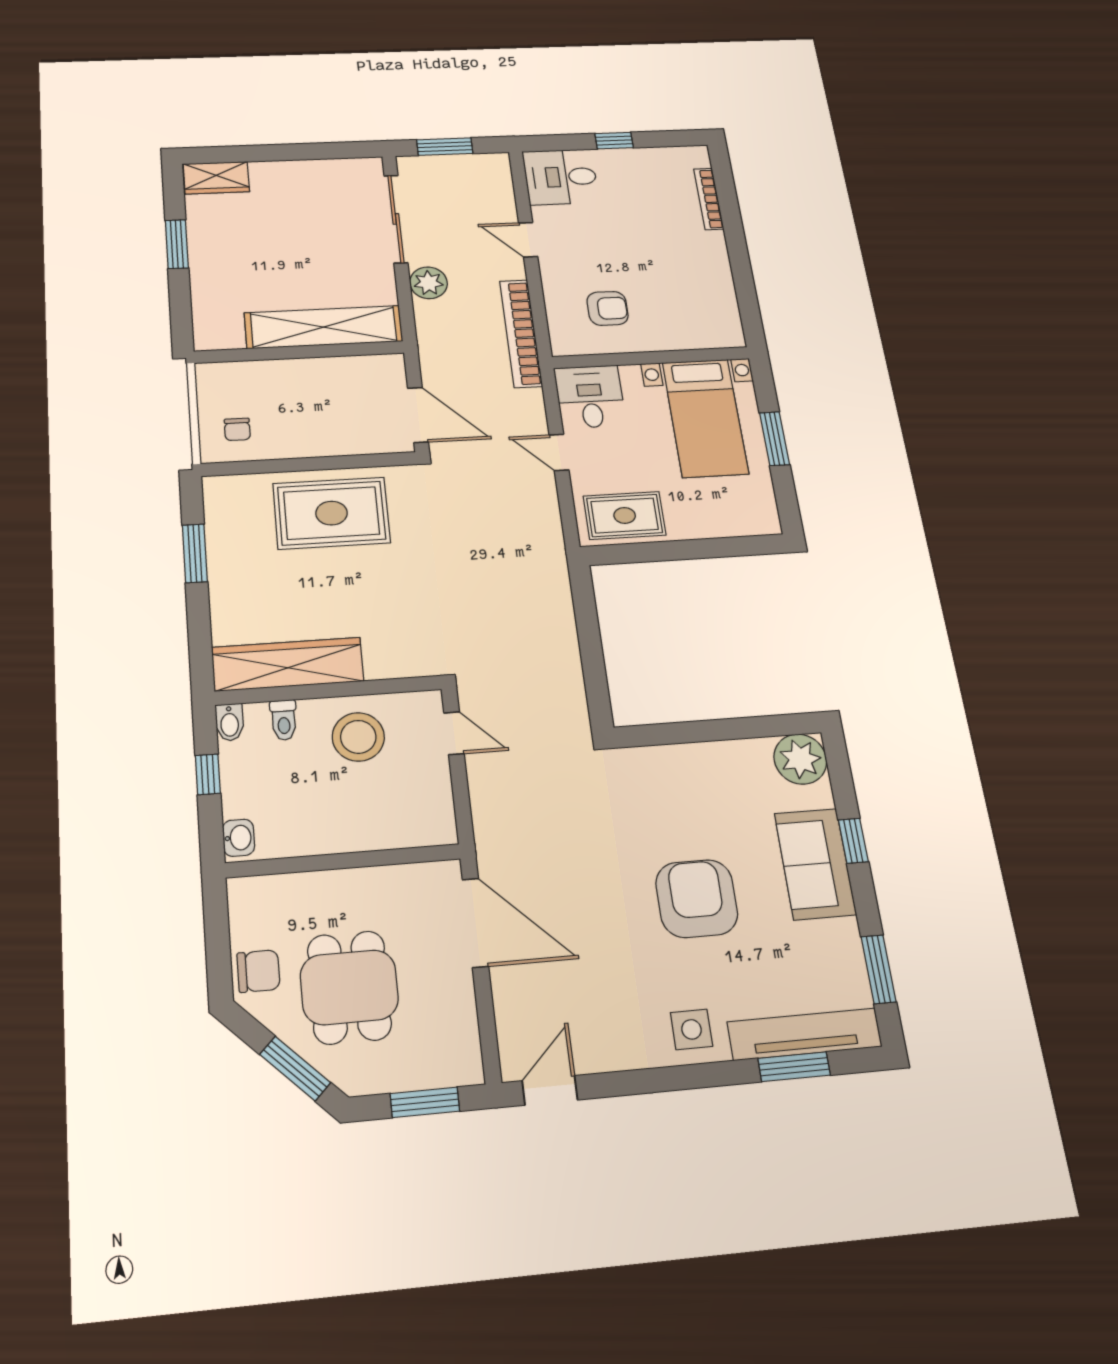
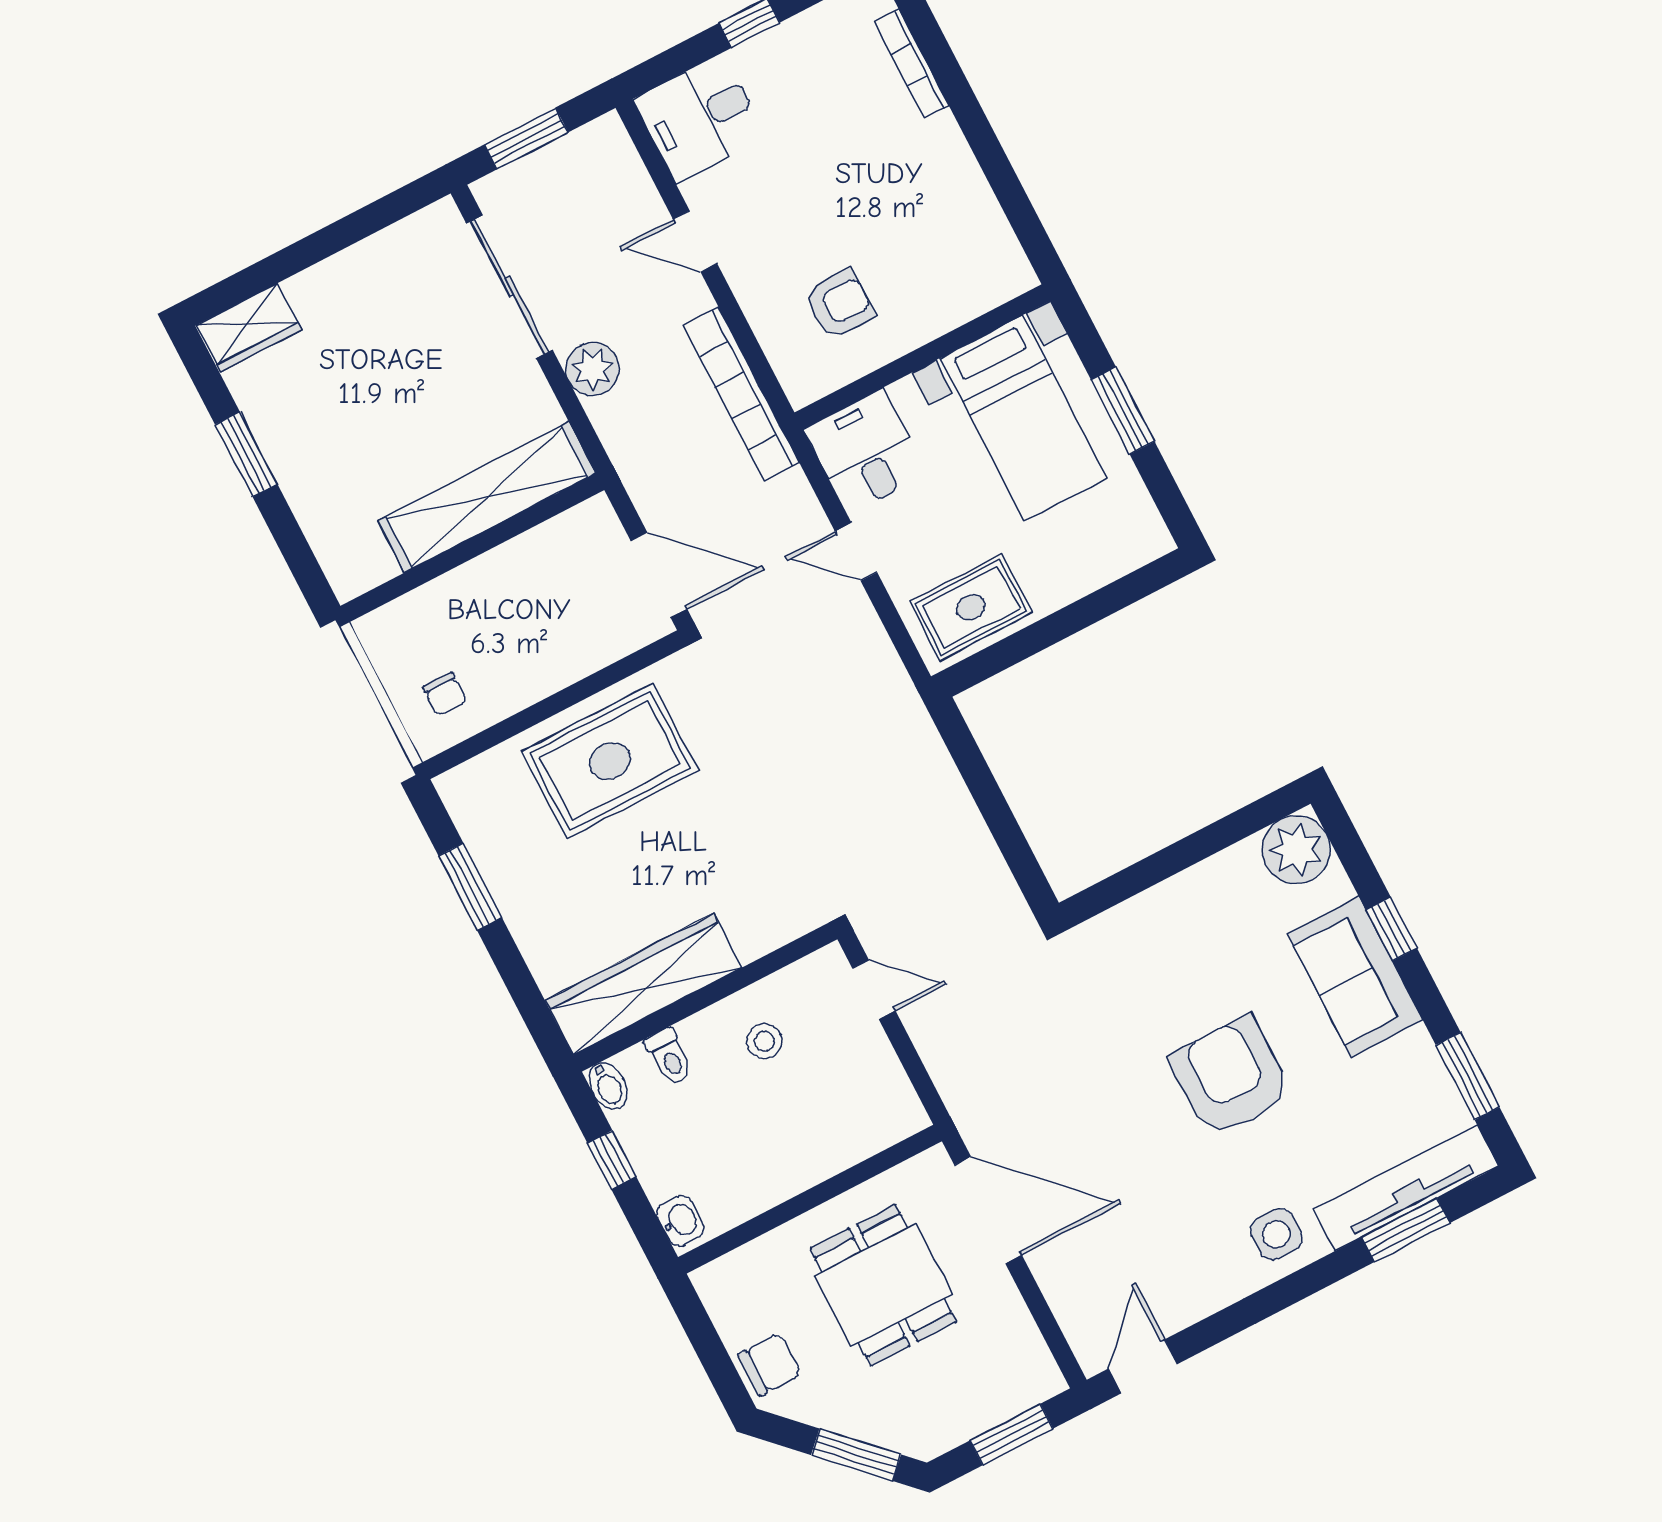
stool: (358, 737) -> (764, 1041), width x0.53, depth x0.53
dining table: (349, 987) -> (883, 1285), moved

